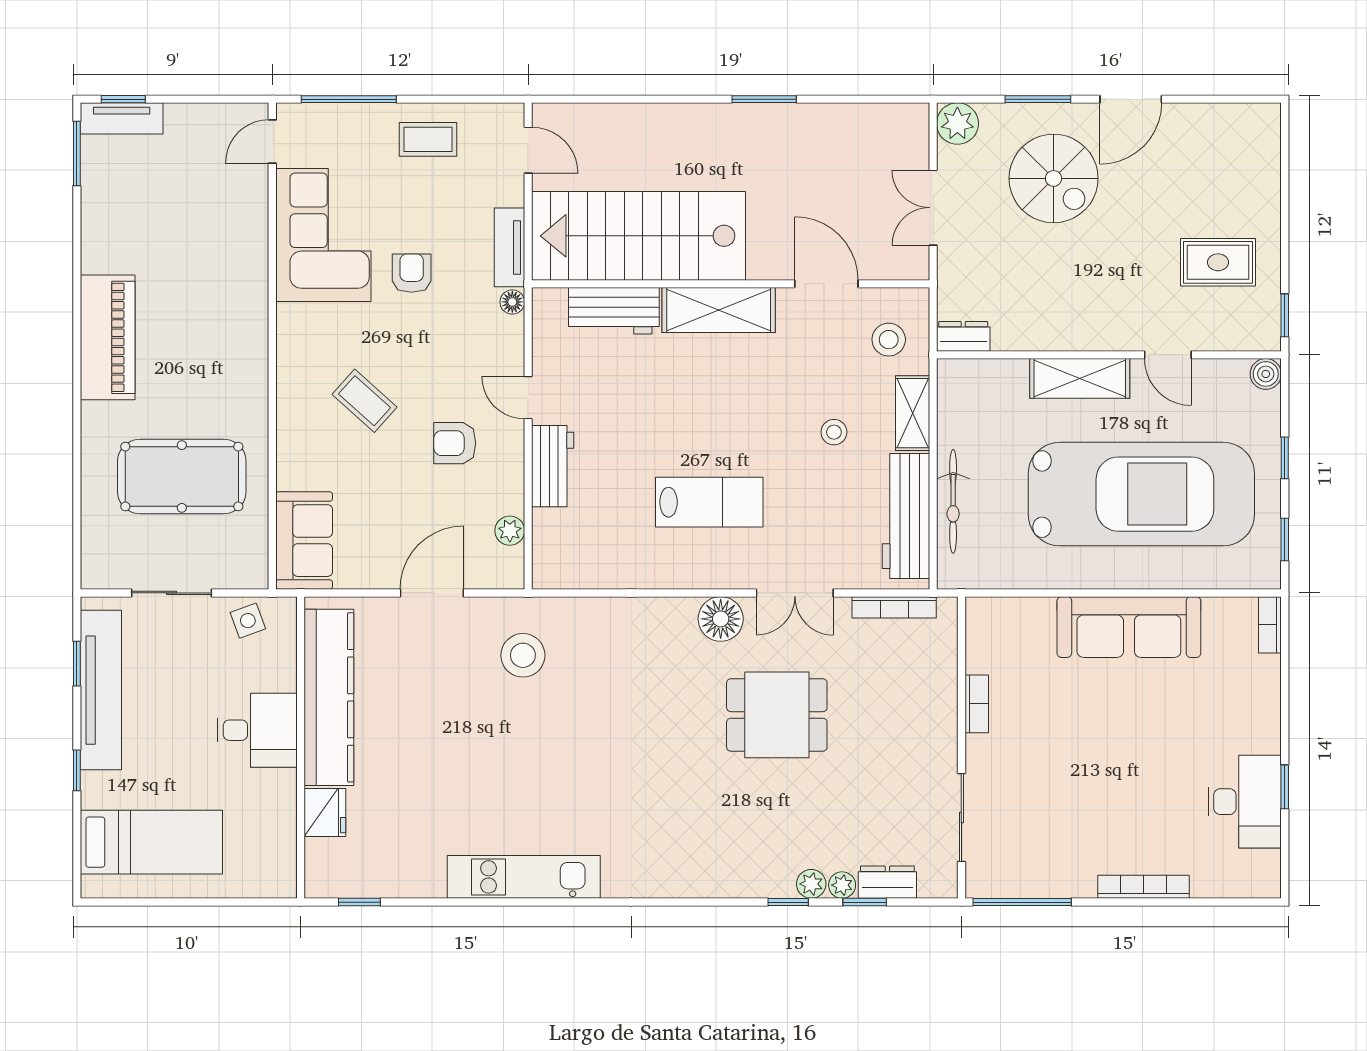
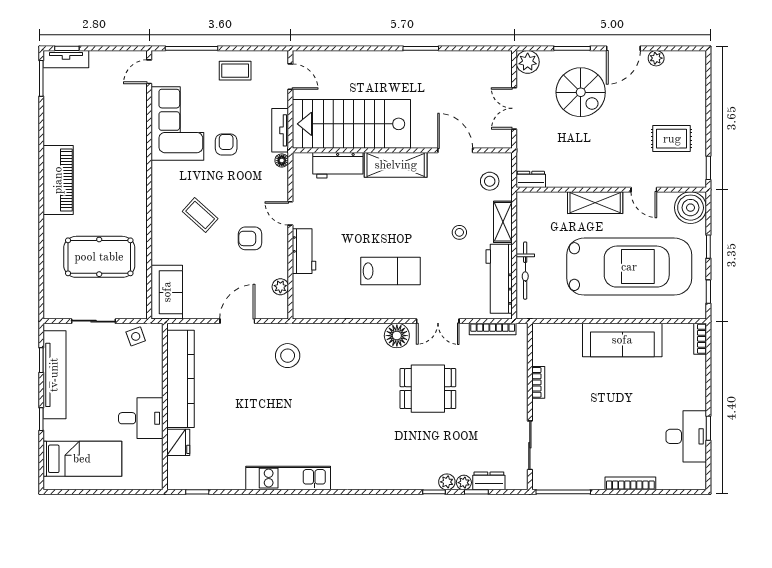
plant: (1190, 117) -> (656, 58), added
boiler: (1266, 374) -> (691, 208), width x1.86, depth x1.86
desk: (257, 730) -> (141, 418), moved

